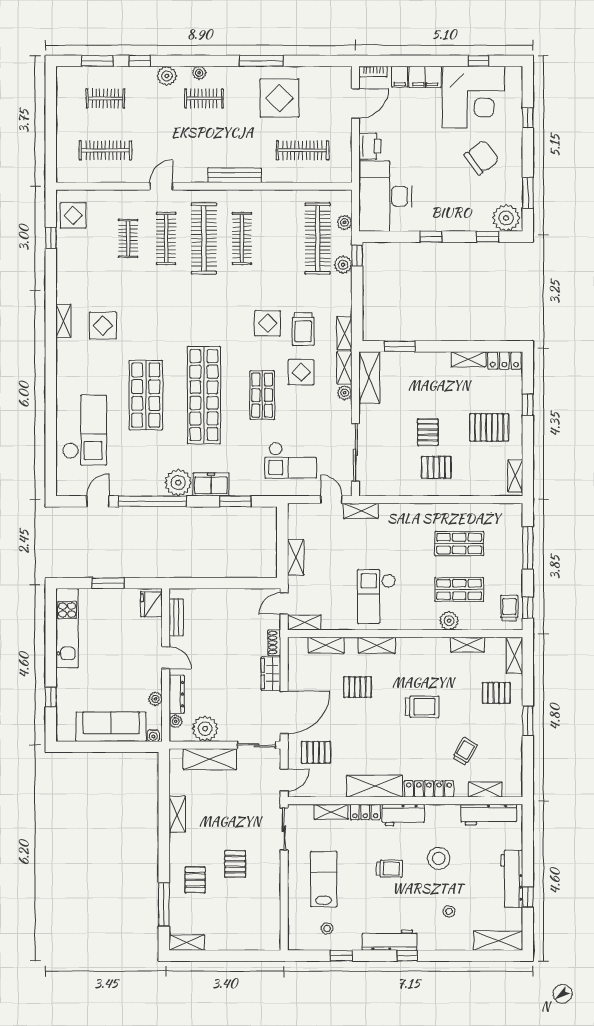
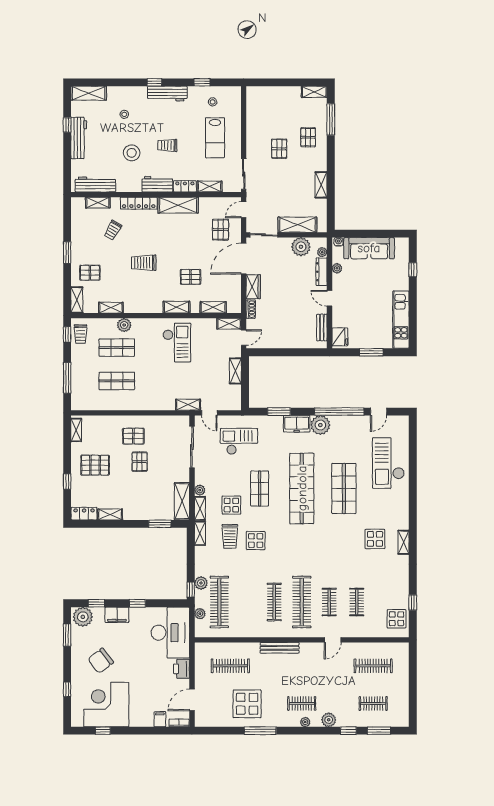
filing cabinet: (425, 77) -> (117, 615), moved, turned 180
clothes rail: (166, 238) -> (329, 602), width x0.73
trolley: (303, 329) -> (230, 536), turned 180
pallet: (316, 752) -> (221, 230), turned 90

